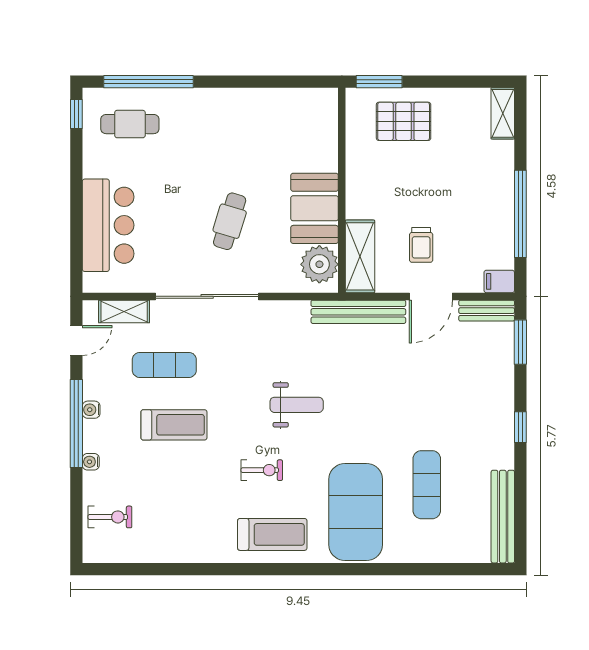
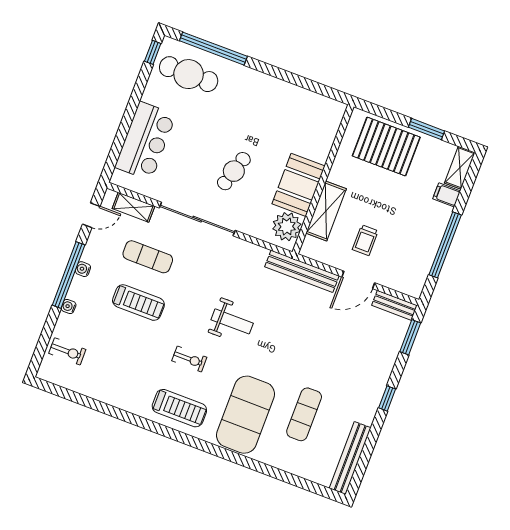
window: (379, 82) -> (426, 129), moved
pallet: (404, 121) -> (386, 147), width x1.37, depth x1.41
cafe table: (130, 124) -> (189, 74), width x1.37, depth x1.35
shelving: (360, 256) -> (326, 211), moved
filing cabinet: (499, 281) -> (447, 195), moved

